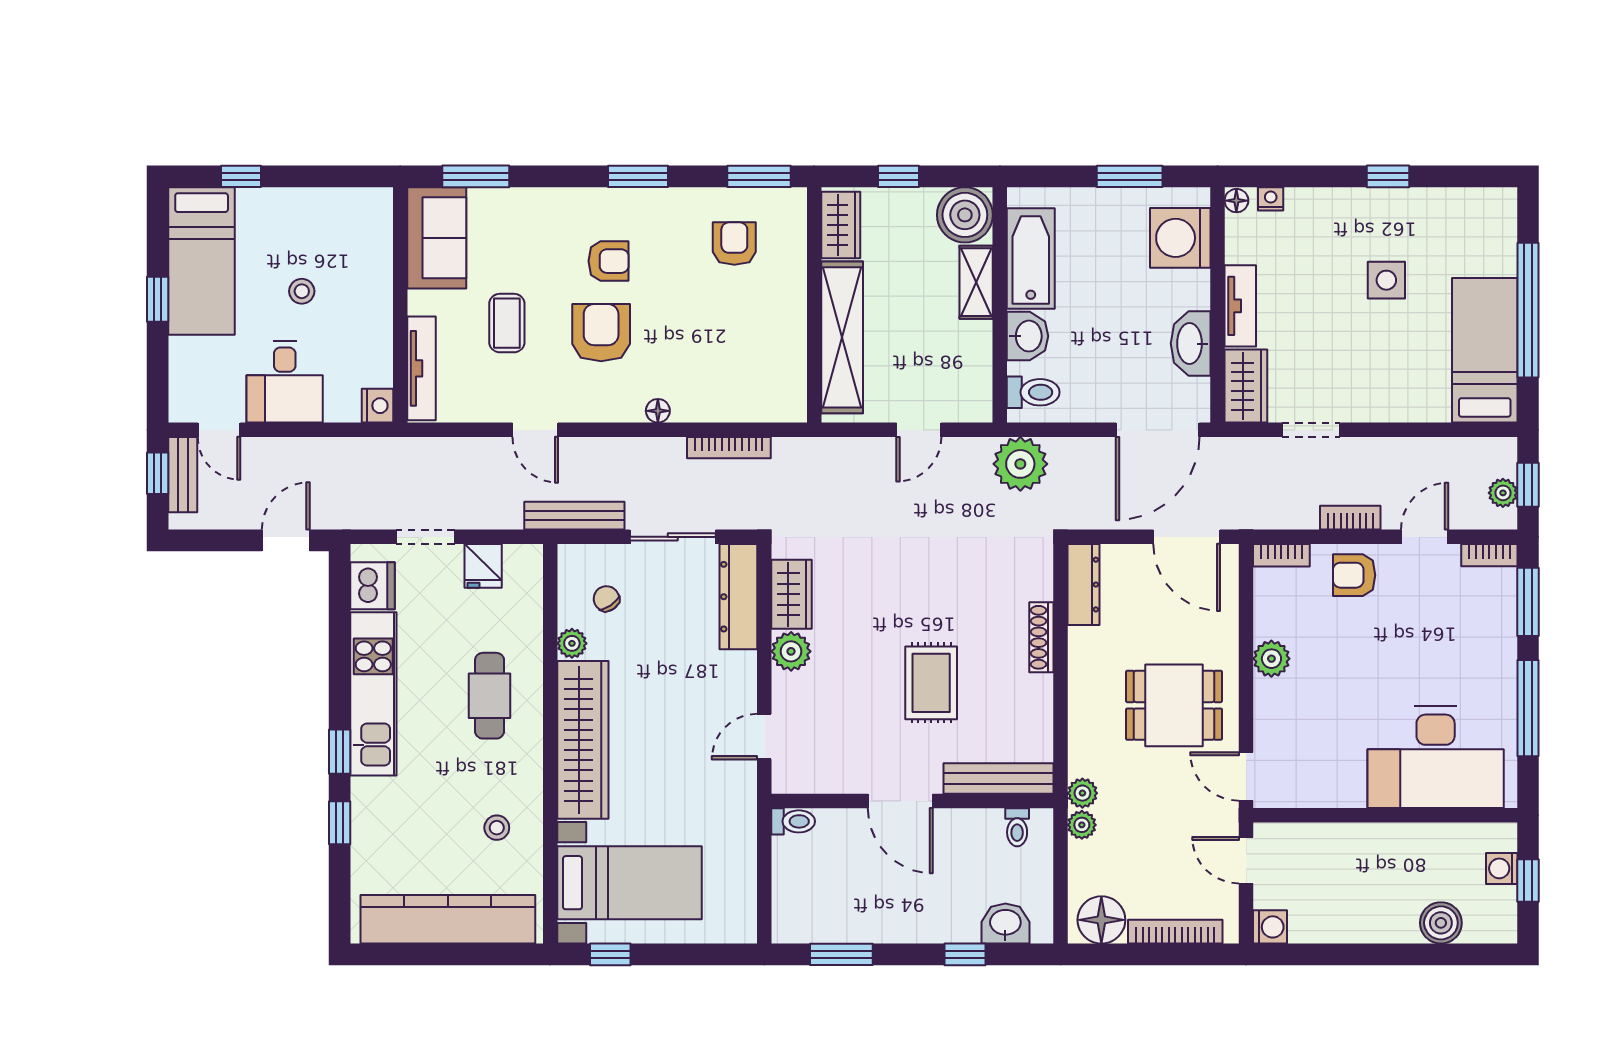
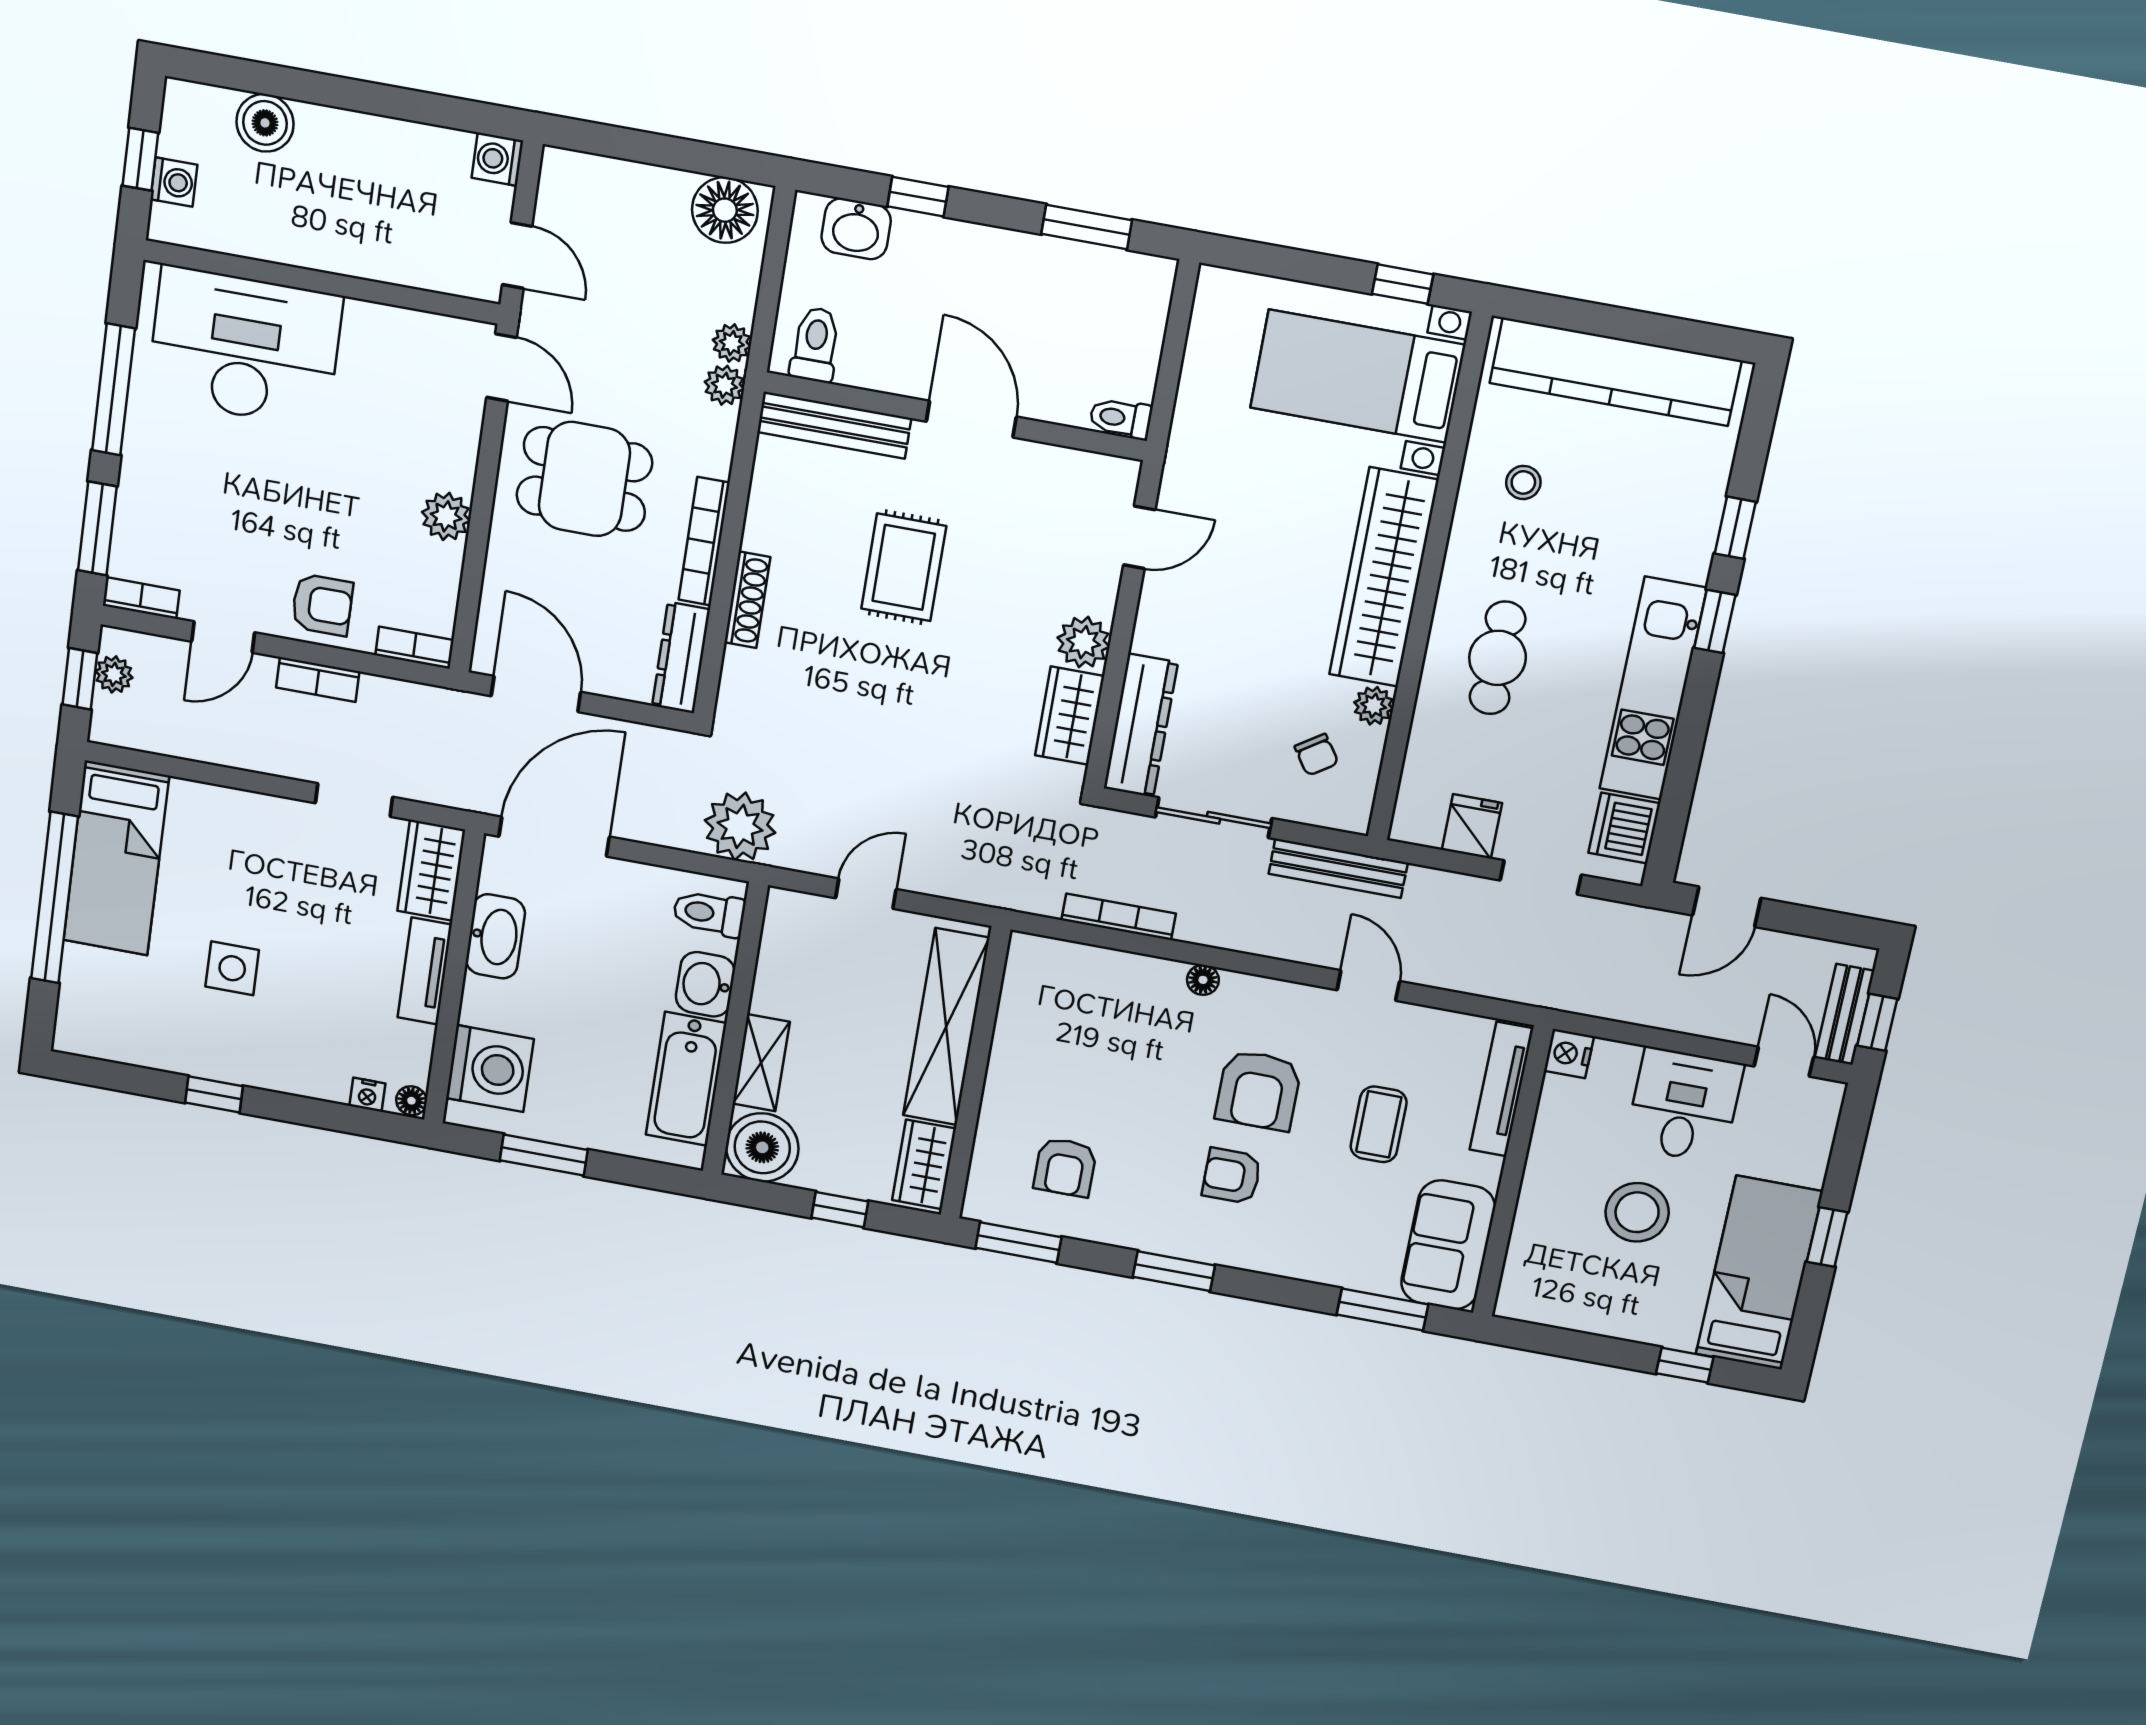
stool: (302, 291) -> (1637, 1212), width x1.89, depth x1.89
toilet: (1017, 827) -> (815, 345), width x1.37, depth x1.39
bookcase: (1175, 932) -> (704, 541), moved, turned 90

